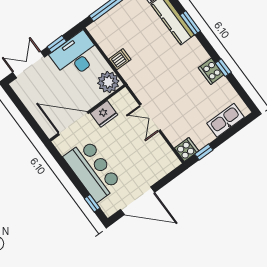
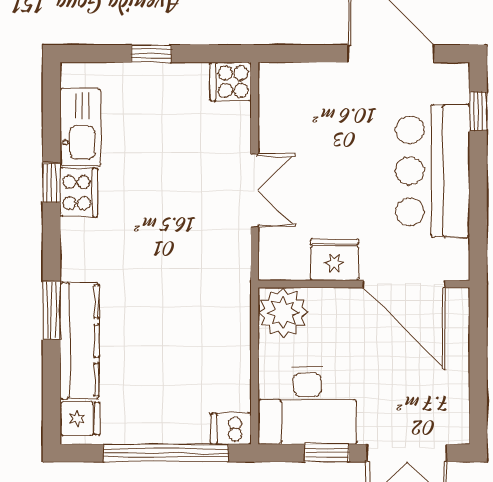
dishwasher: (120, 59) -> (231, 429), moved
kitchen sink: (225, 120) -> (80, 127), moved, turned -90
window: (204, 152) -> (151, 54), moved

